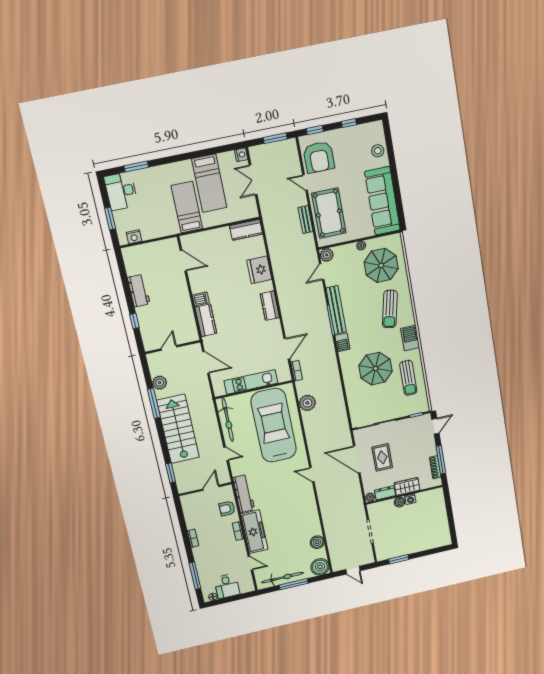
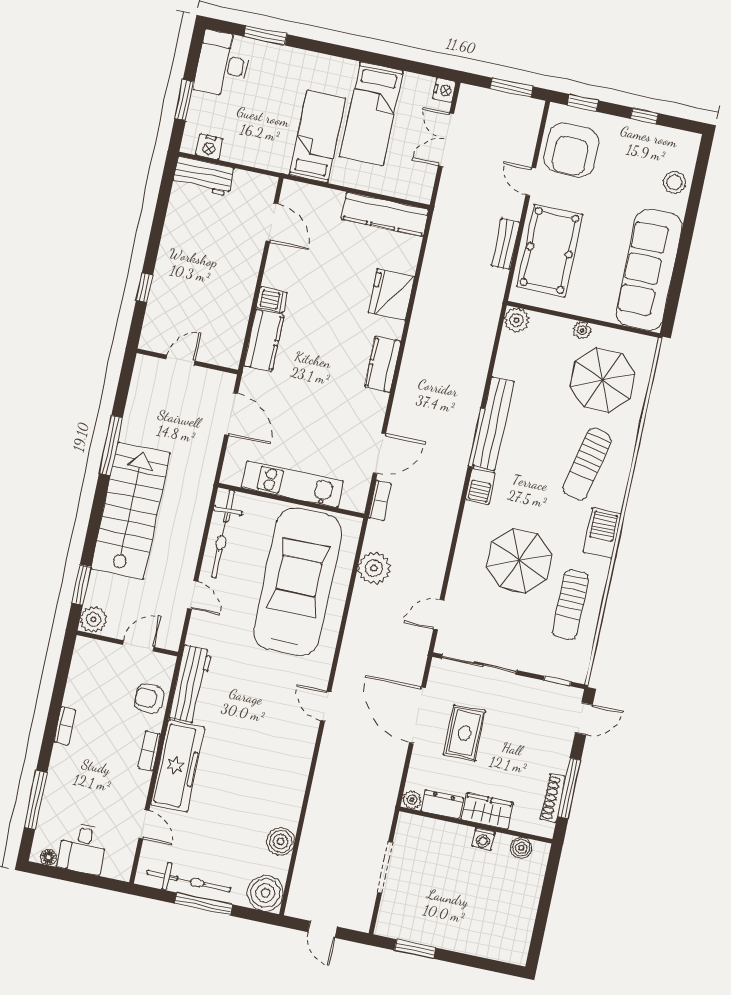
kitchen counter: (246, 230) -> (385, 214), width x1.50
door: (322, 272) -> (439, 615), moved
workbench: (139, 291) -> (203, 176), moved, turned 90
plant: (160, 383) -> (93, 619), moved
boiler: (400, 502) -> (521, 848), moved

